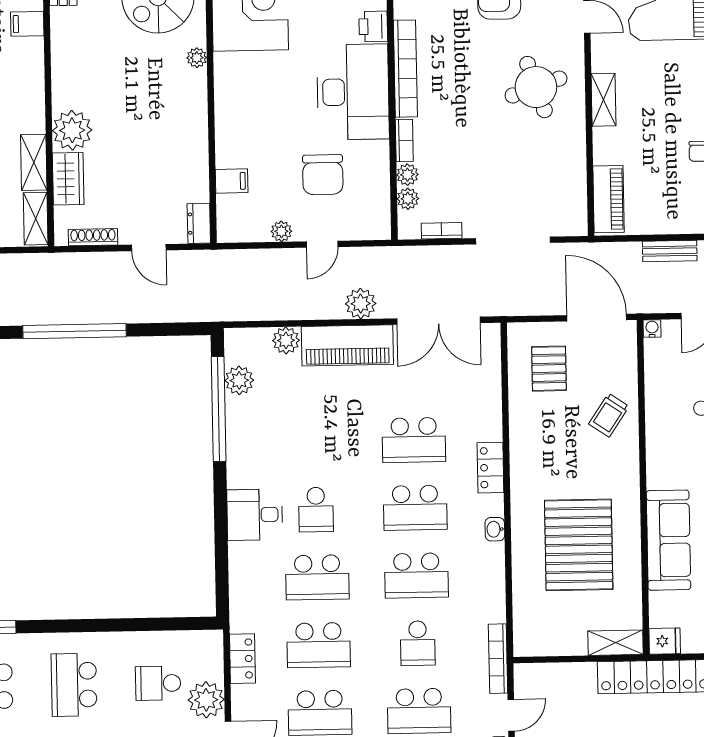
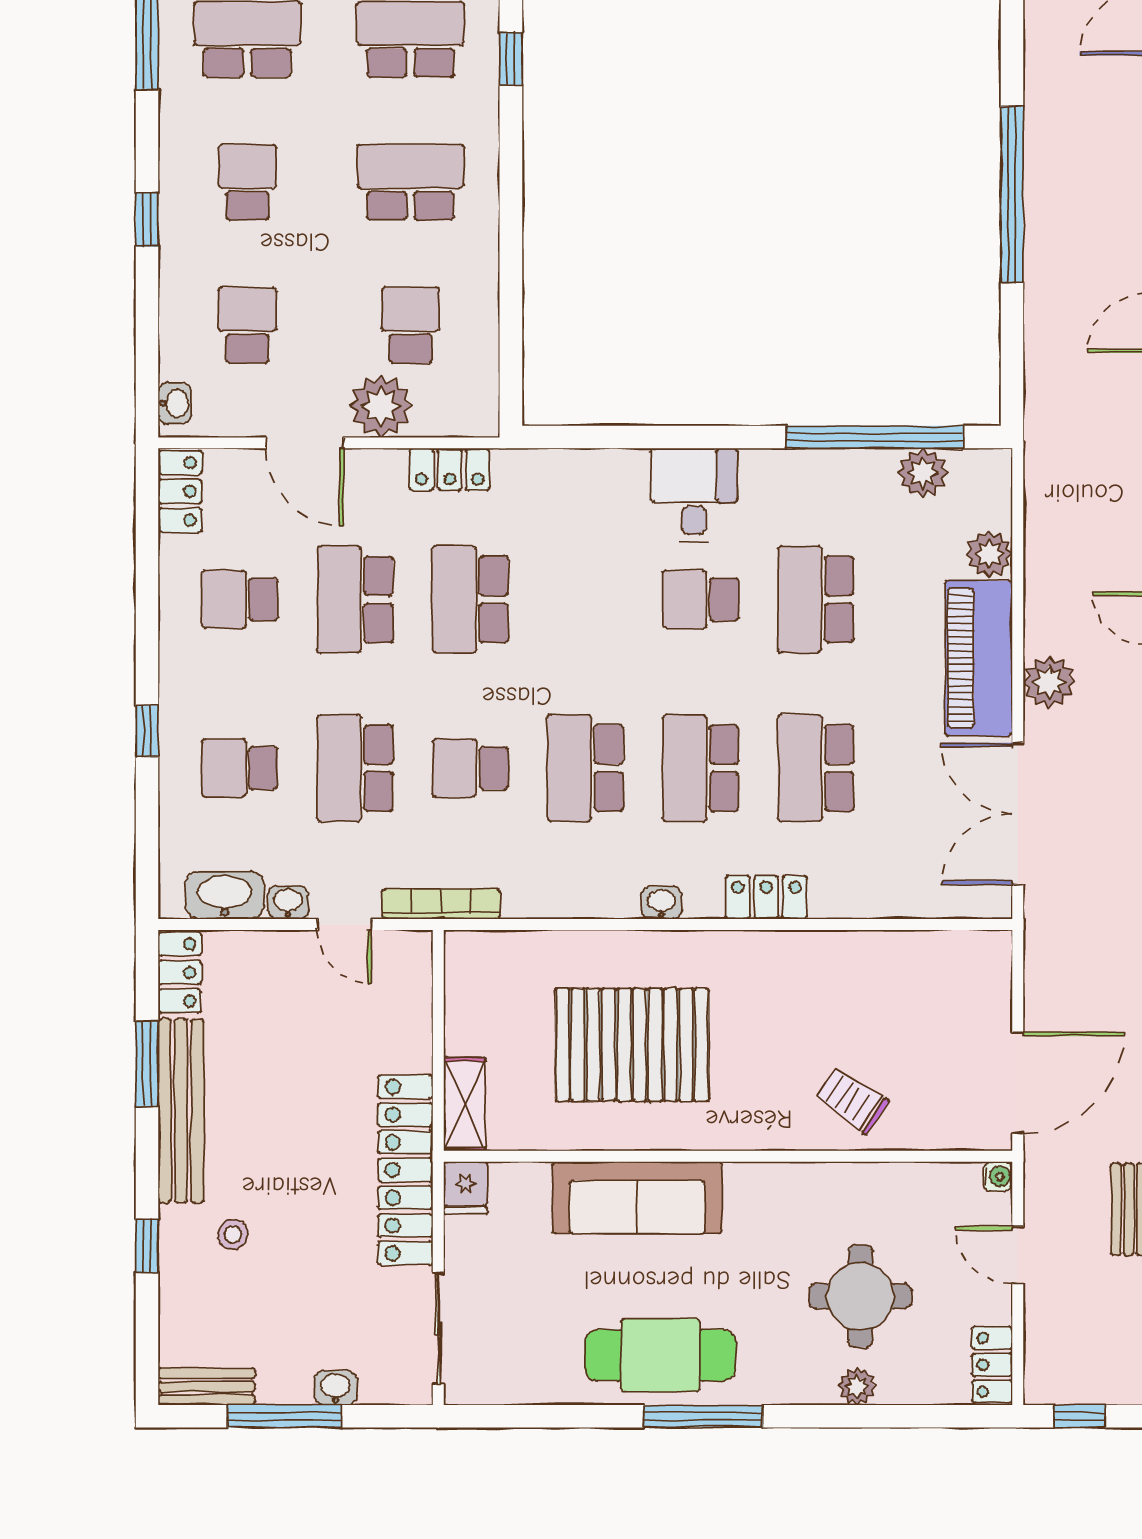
pallet: (549, 369) -> (933, 1000), removed
school desk: (317, 577) -> (816, 599), moved

